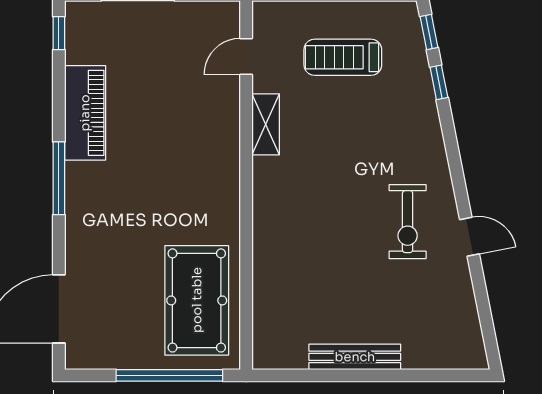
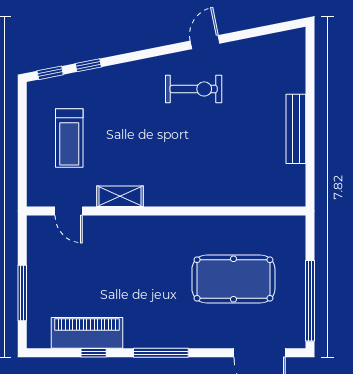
window: (59, 33) -> (94, 353), moved
piano: (85, 113) -> (87, 333), moved
pool table: (197, 300) -> (233, 279), moved
window: (169, 375) -> (310, 301), moved

